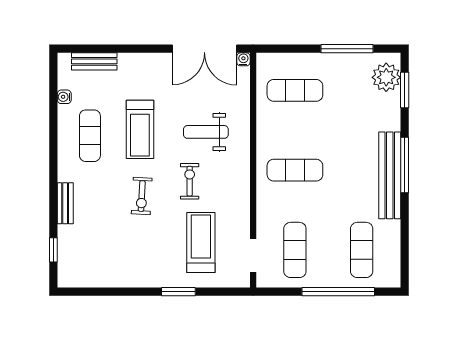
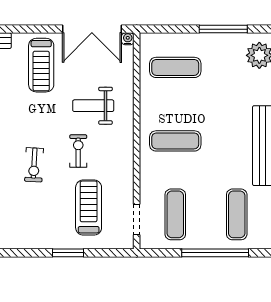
treadmill: (140, 129) -> (41, 65), moved

